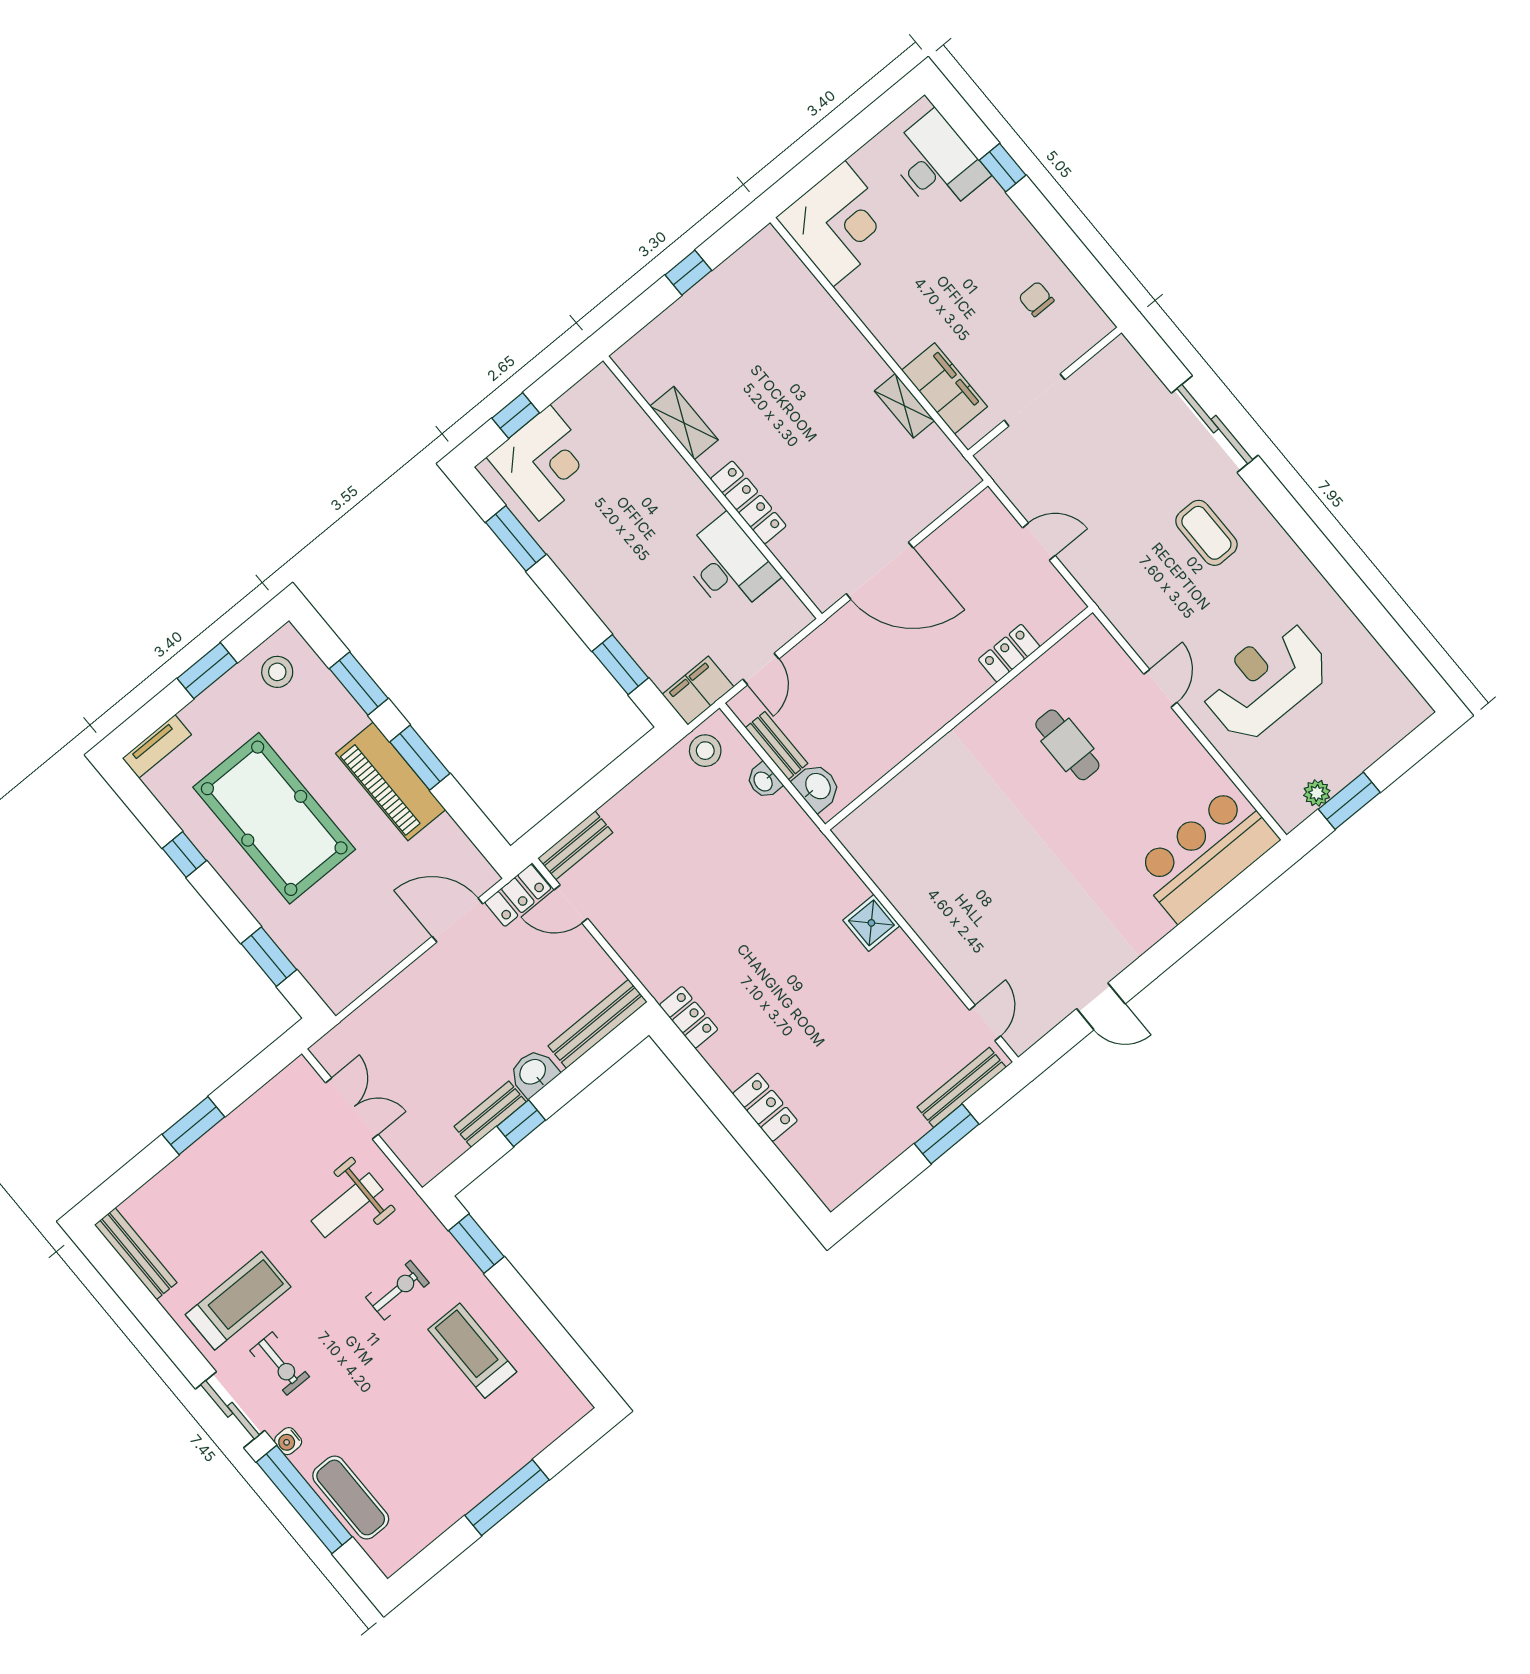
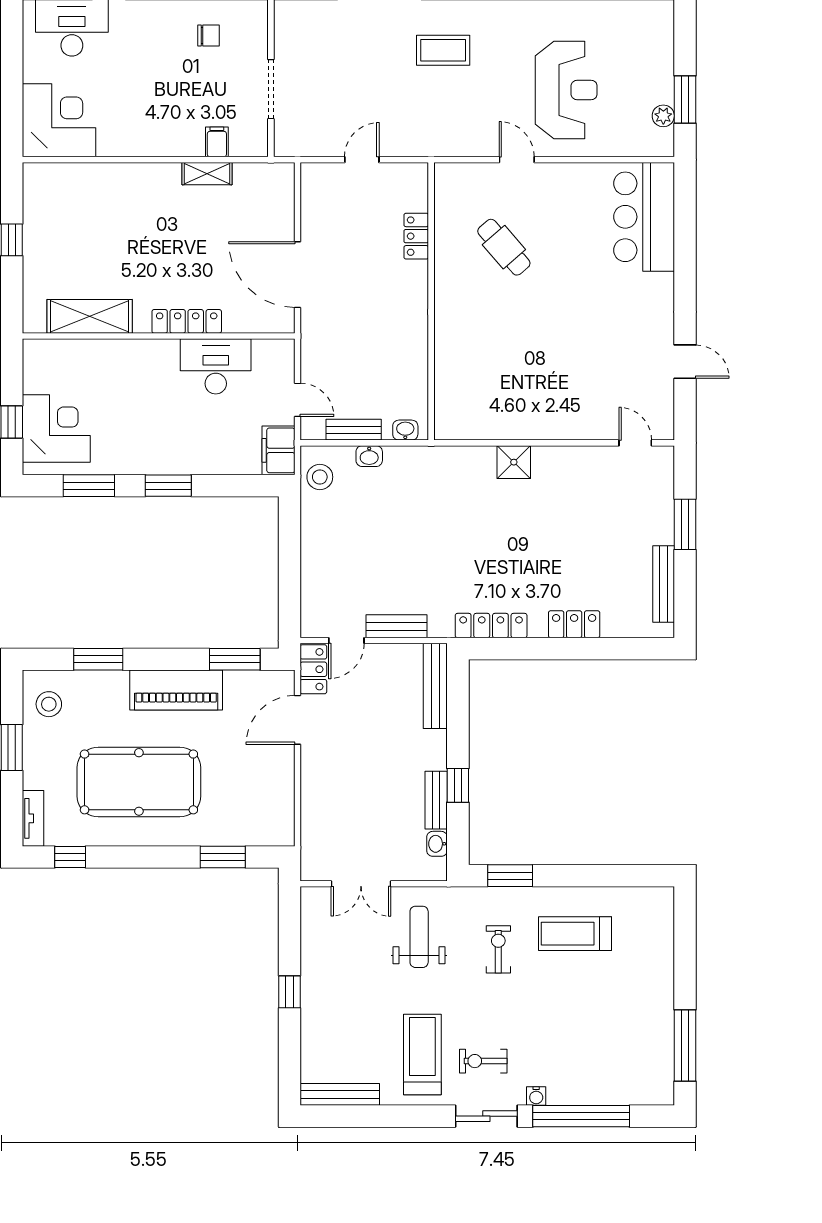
chair: (1036, 299) -> (208, 36), turned 180
filing cabinet: (944, 388) -> (217, 142), width x0.33, depth x0.86
shelving: (684, 423) -> (90, 316), width x1.50, depth x1.33
door: (880, 571) -> (298, 275), swing flipped
window: (620, 665) -> (168, 486), moved
reception desk: (1265, 681) -> (566, 90), turned 180
cafe table: (1067, 745) -> (504, 247), turned 49
window: (420, 758) -> (235, 659), moved
washbasin: (817, 787) -> (405, 430), width x0.72, depth x0.69
bench: (575, 845) -> (397, 626), moved, turned 90
window: (184, 854) -> (70, 857), moved
door: (1101, 1006) -> (685, 362), hinge flipped
locker: (689, 1017) -> (491, 626), width x1.53
washbasin: (533, 1073) -> (437, 844), moved, width x0.72, depth x0.69
bench: (962, 1087) -> (664, 584), moved
double door: (352, 1109) -> (361, 884), swing flipped
window: (193, 1126) -> (290, 992), width x0.67
weight bench: (347, 1205) -> (419, 937), turned 180
exercise bike: (280, 1364) -> (483, 1061), turned 180
exercise mat: (351, 1497) -> (604, 1086), removed
window: (507, 1498) -> (685, 1045), moved

